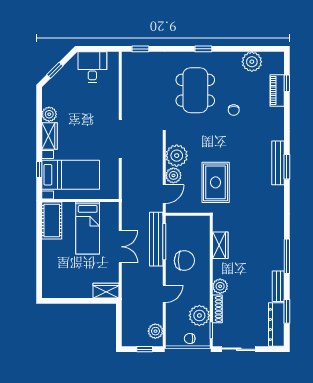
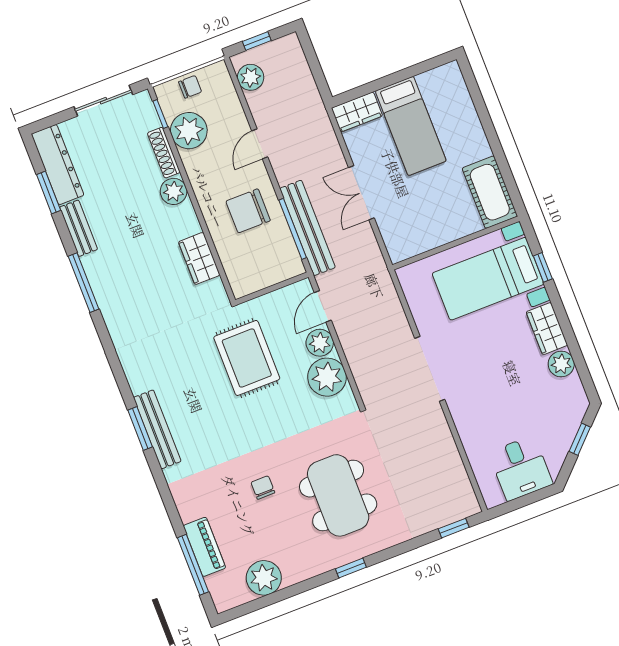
window: (287, 83) -> (193, 565), width x2.17
bed: (88, 228) -> (411, 126), moved, turned 180

